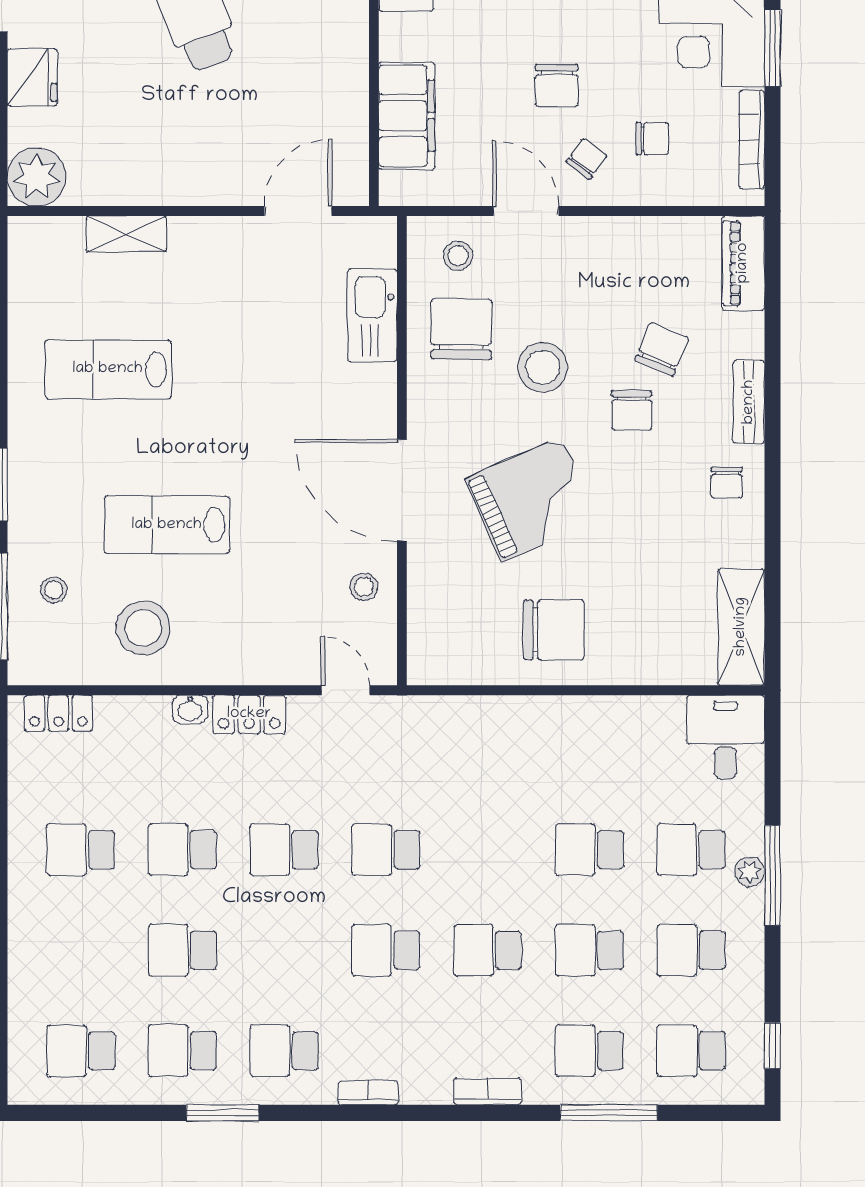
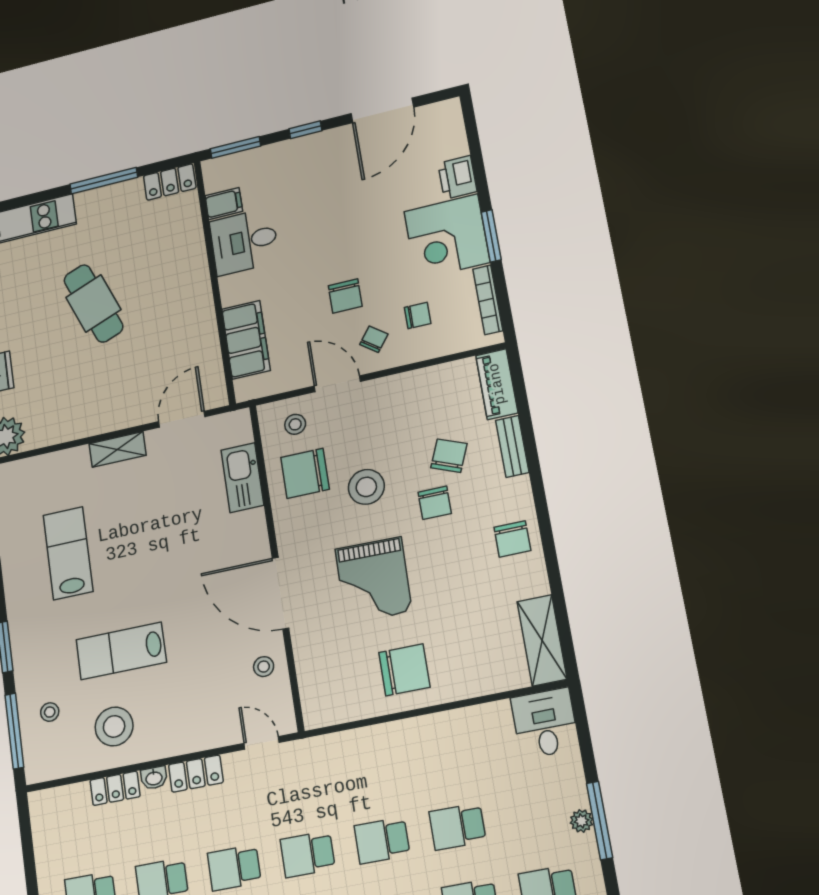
shelving: (126, 234) -> (118, 449), moved
chair: (461, 329) -> (305, 473), turned -90
lab bench: (108, 369) -> (68, 553), turned 90
bench: (749, 402) -> (512, 446), moved
chair: (727, 483) -> (512, 539), width x1.37, depth x1.37
grand piano: (532, 499) -> (373, 580), turned 115
locker: (58, 713) -> (115, 788), moved
school desk: (691, 850) -> (382, 840), moved

